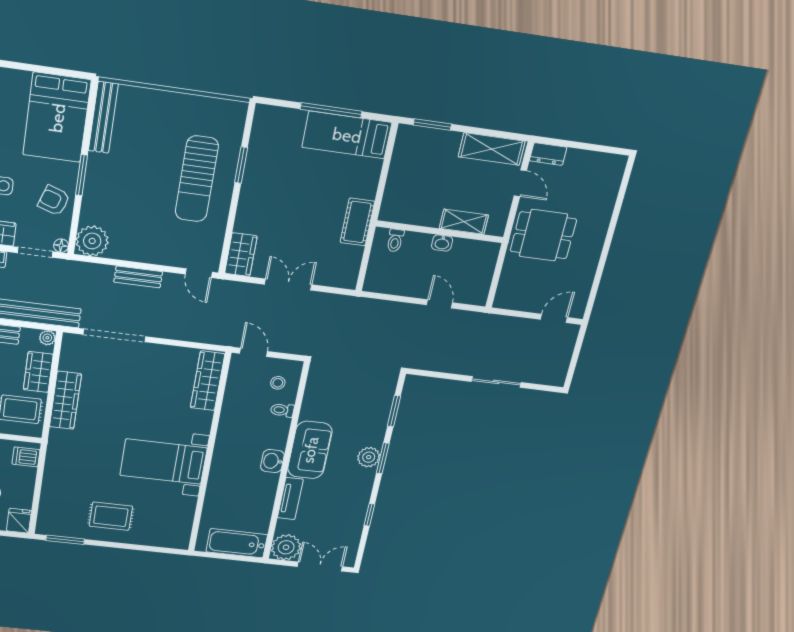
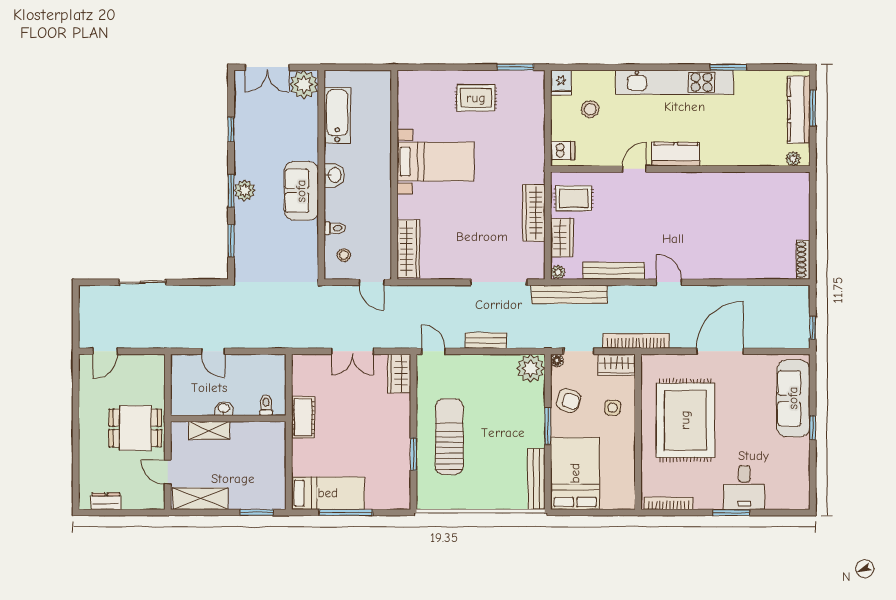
dresser: (548, 154) -> (106, 501), moved
tv unit: (290, 499) -> (310, 138), removed
bathtub: (237, 543) -> (337, 115), moved, turned -90

